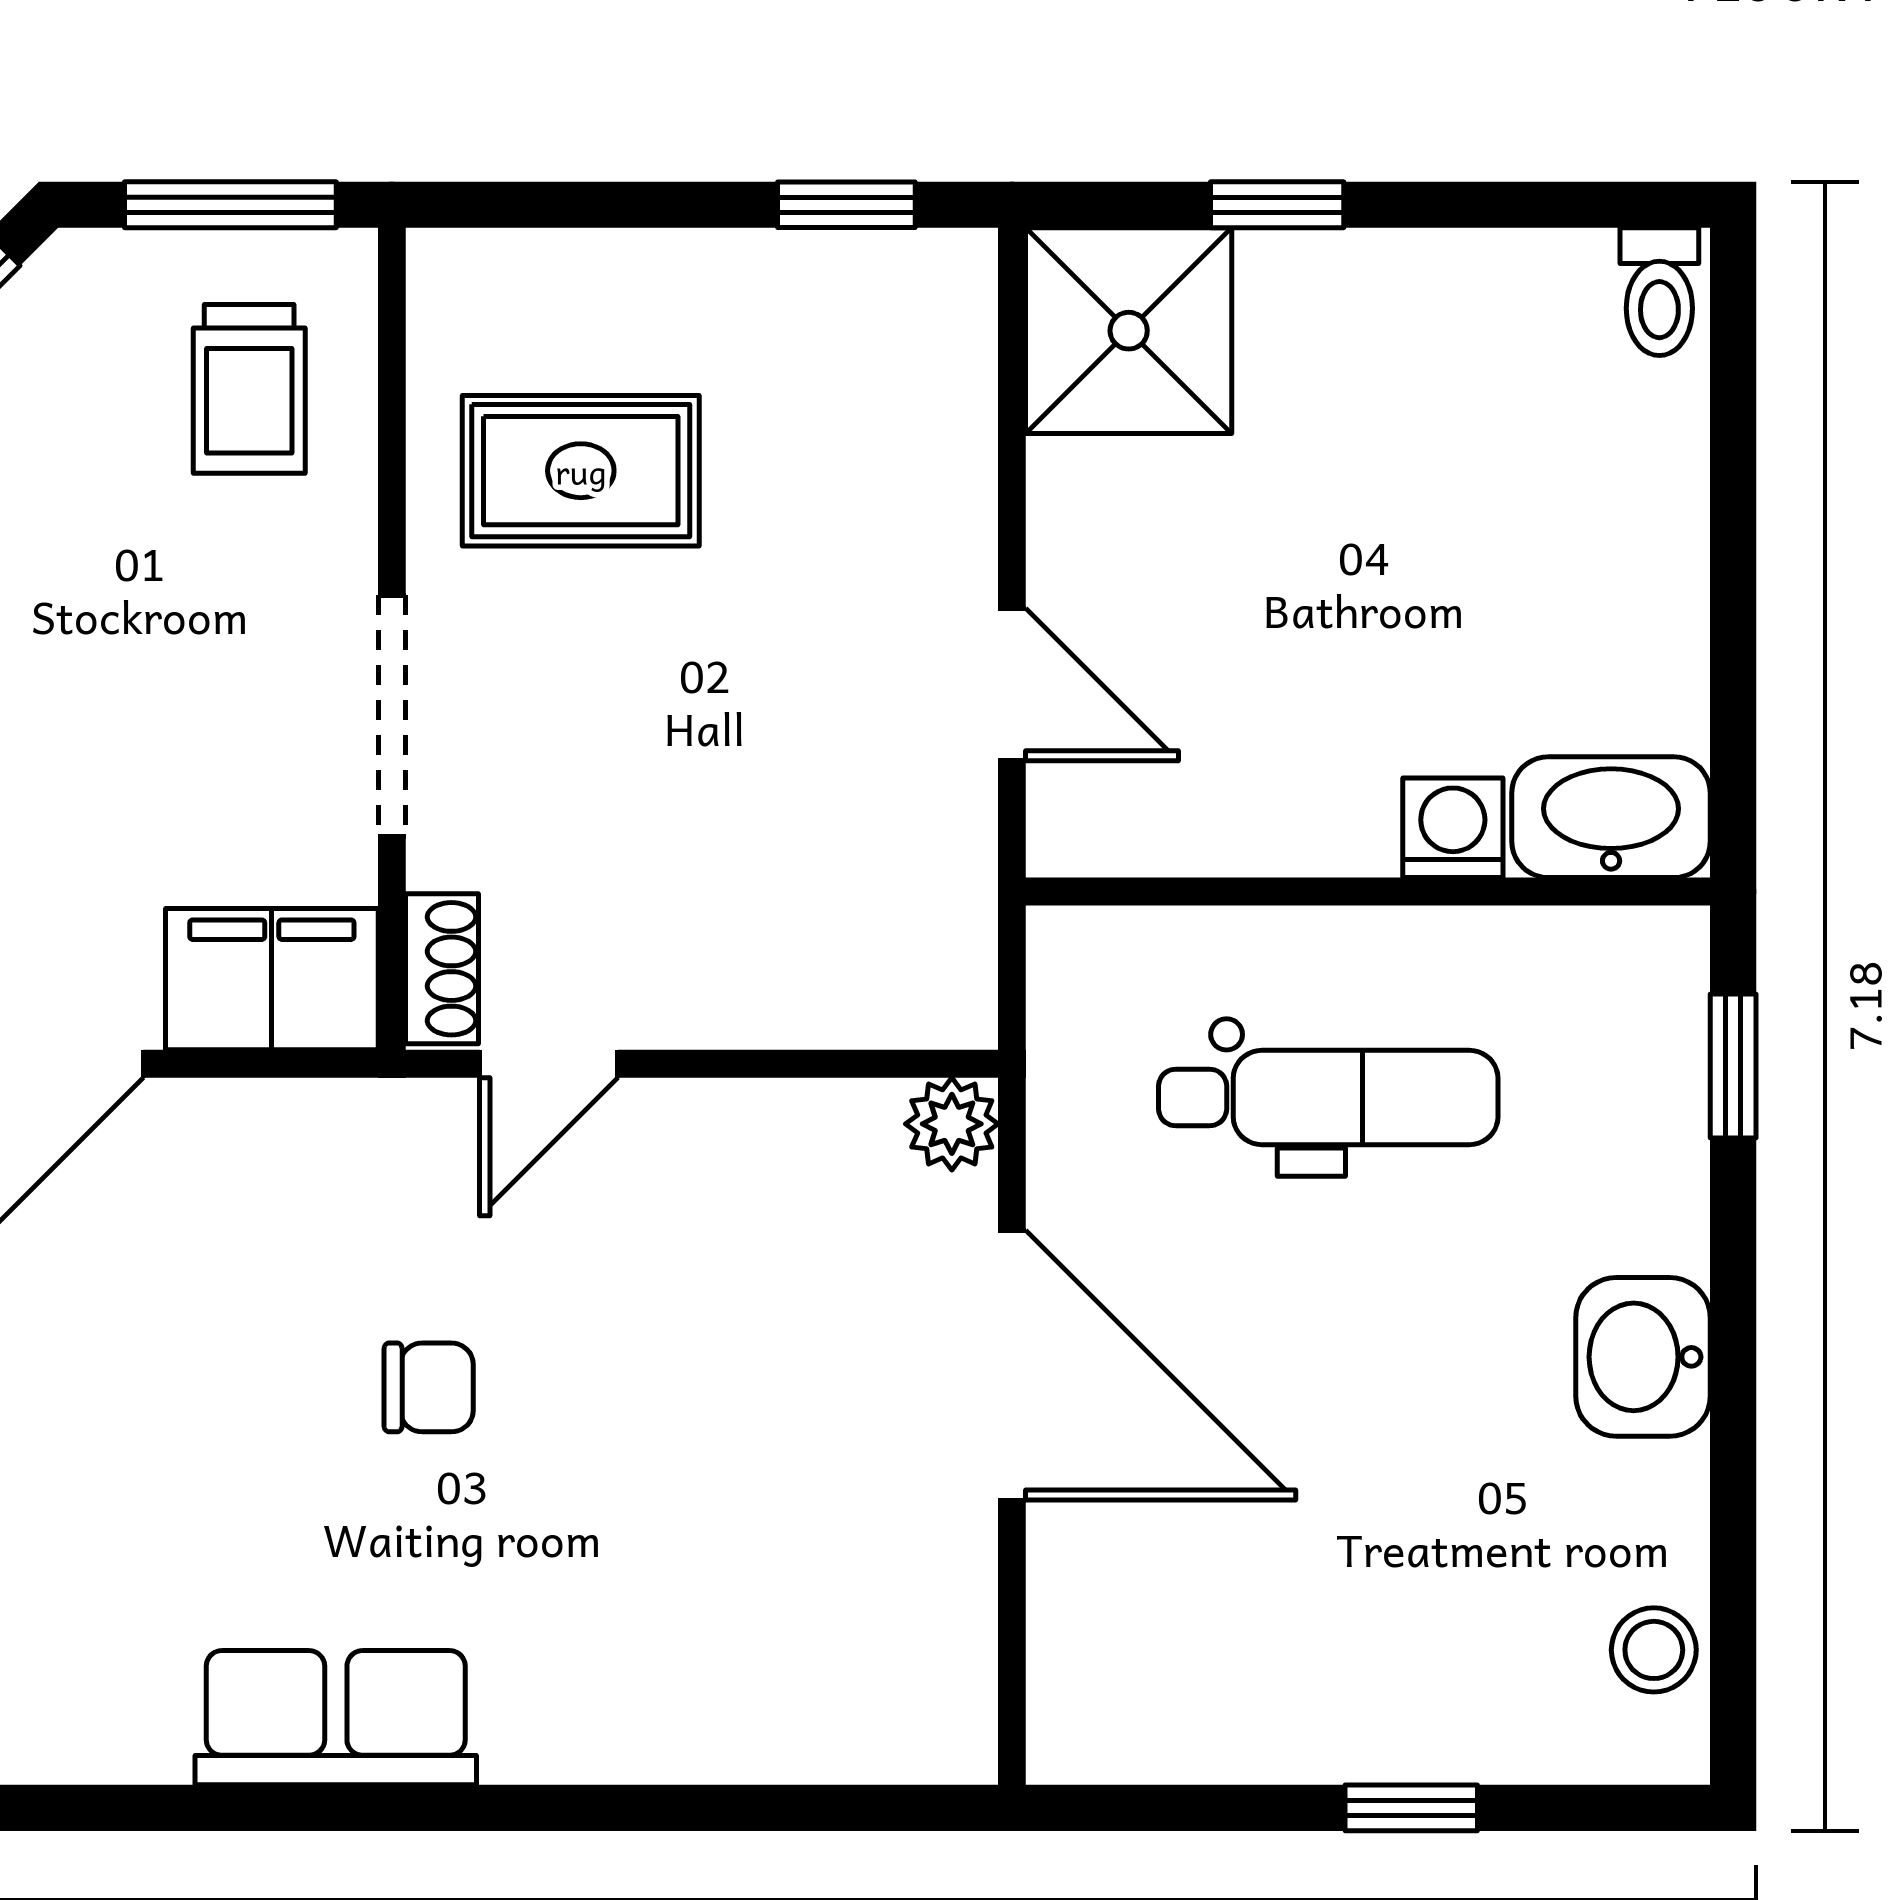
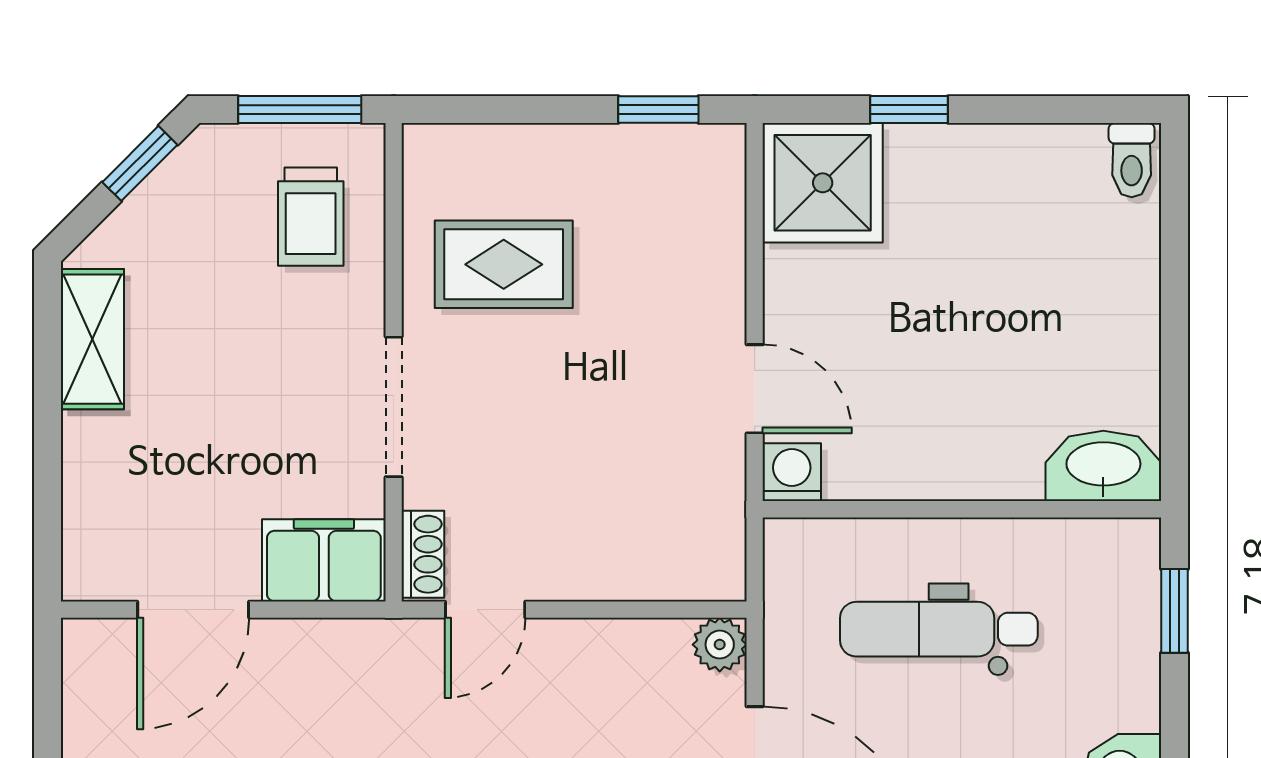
washing machine: (1453, 828) -> (792, 472), moved
dental chair: (1328, 1097) -> (939, 629), turned 180

